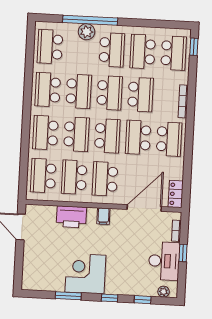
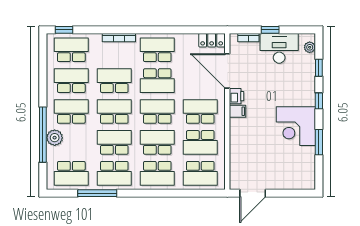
school desk: (143, 52) -> (71, 81), turned 180
window: (29, 72) -> (97, 193), added
school desk: (105, 179) -> (200, 112), turned 180
printer: (71, 217) -> (237, 96), moved, width x0.53, depth x0.68

